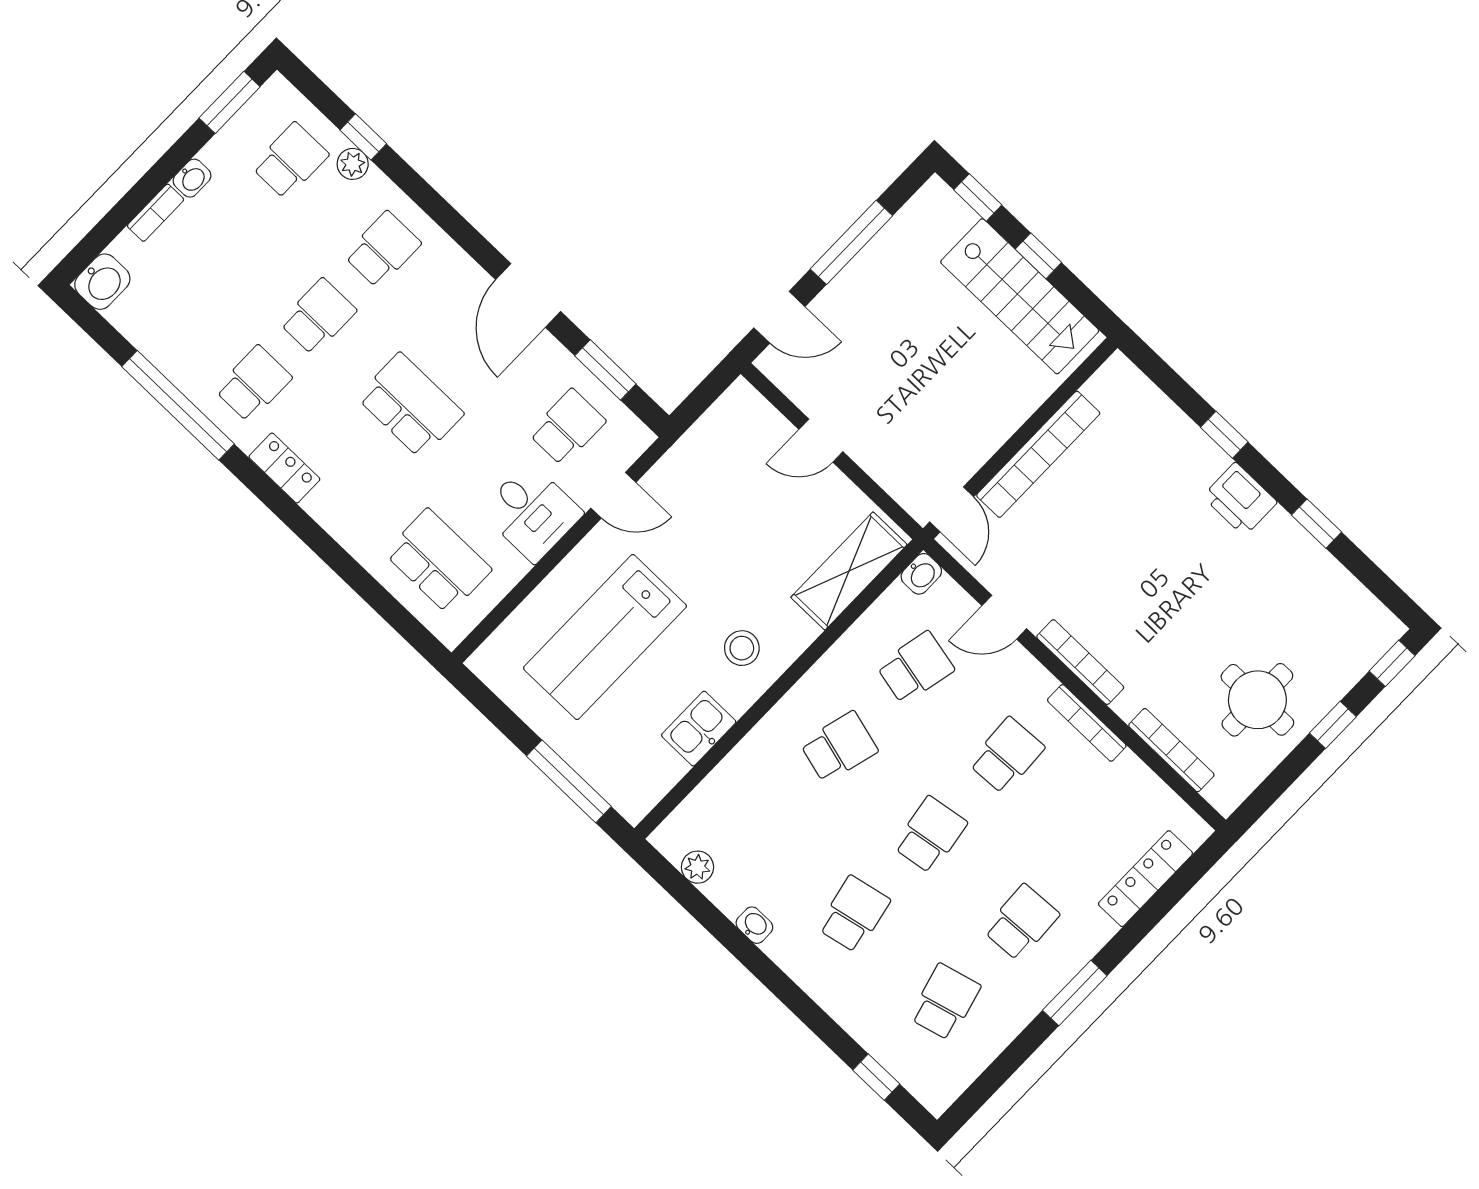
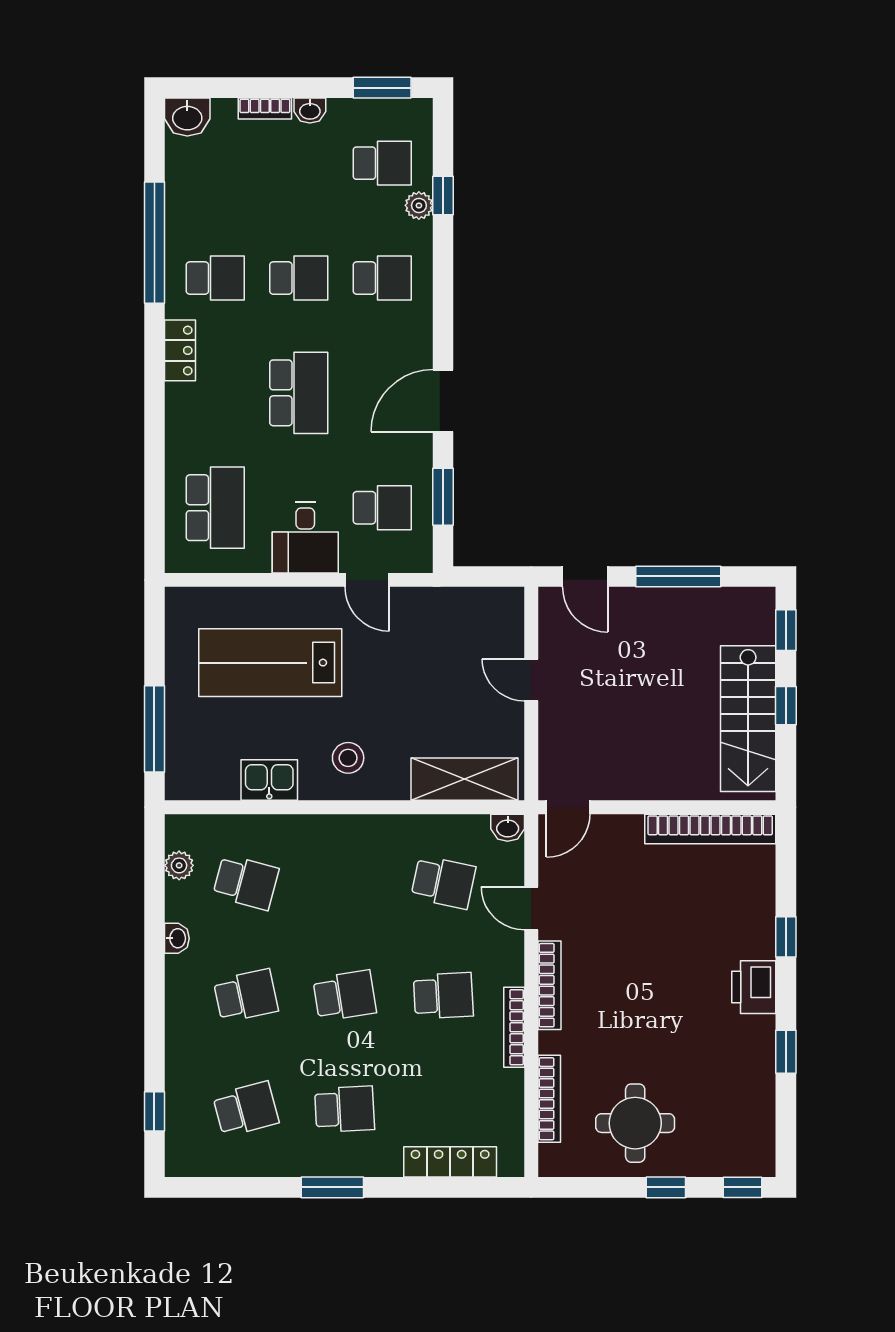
bookcase: (1038, 454) -> (710, 829), moved
school desk: (839, 747) -> (246, 882), moved

